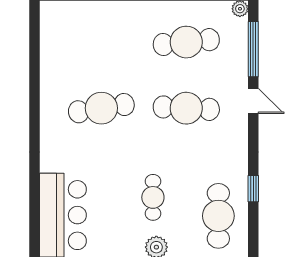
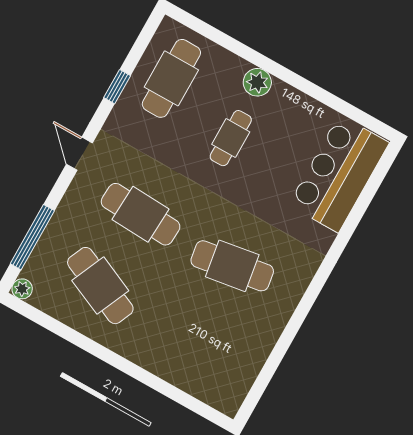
cafe table: (186, 42) -> (100, 286), turned 30
door: (253, 101) -> (79, 154), moved

